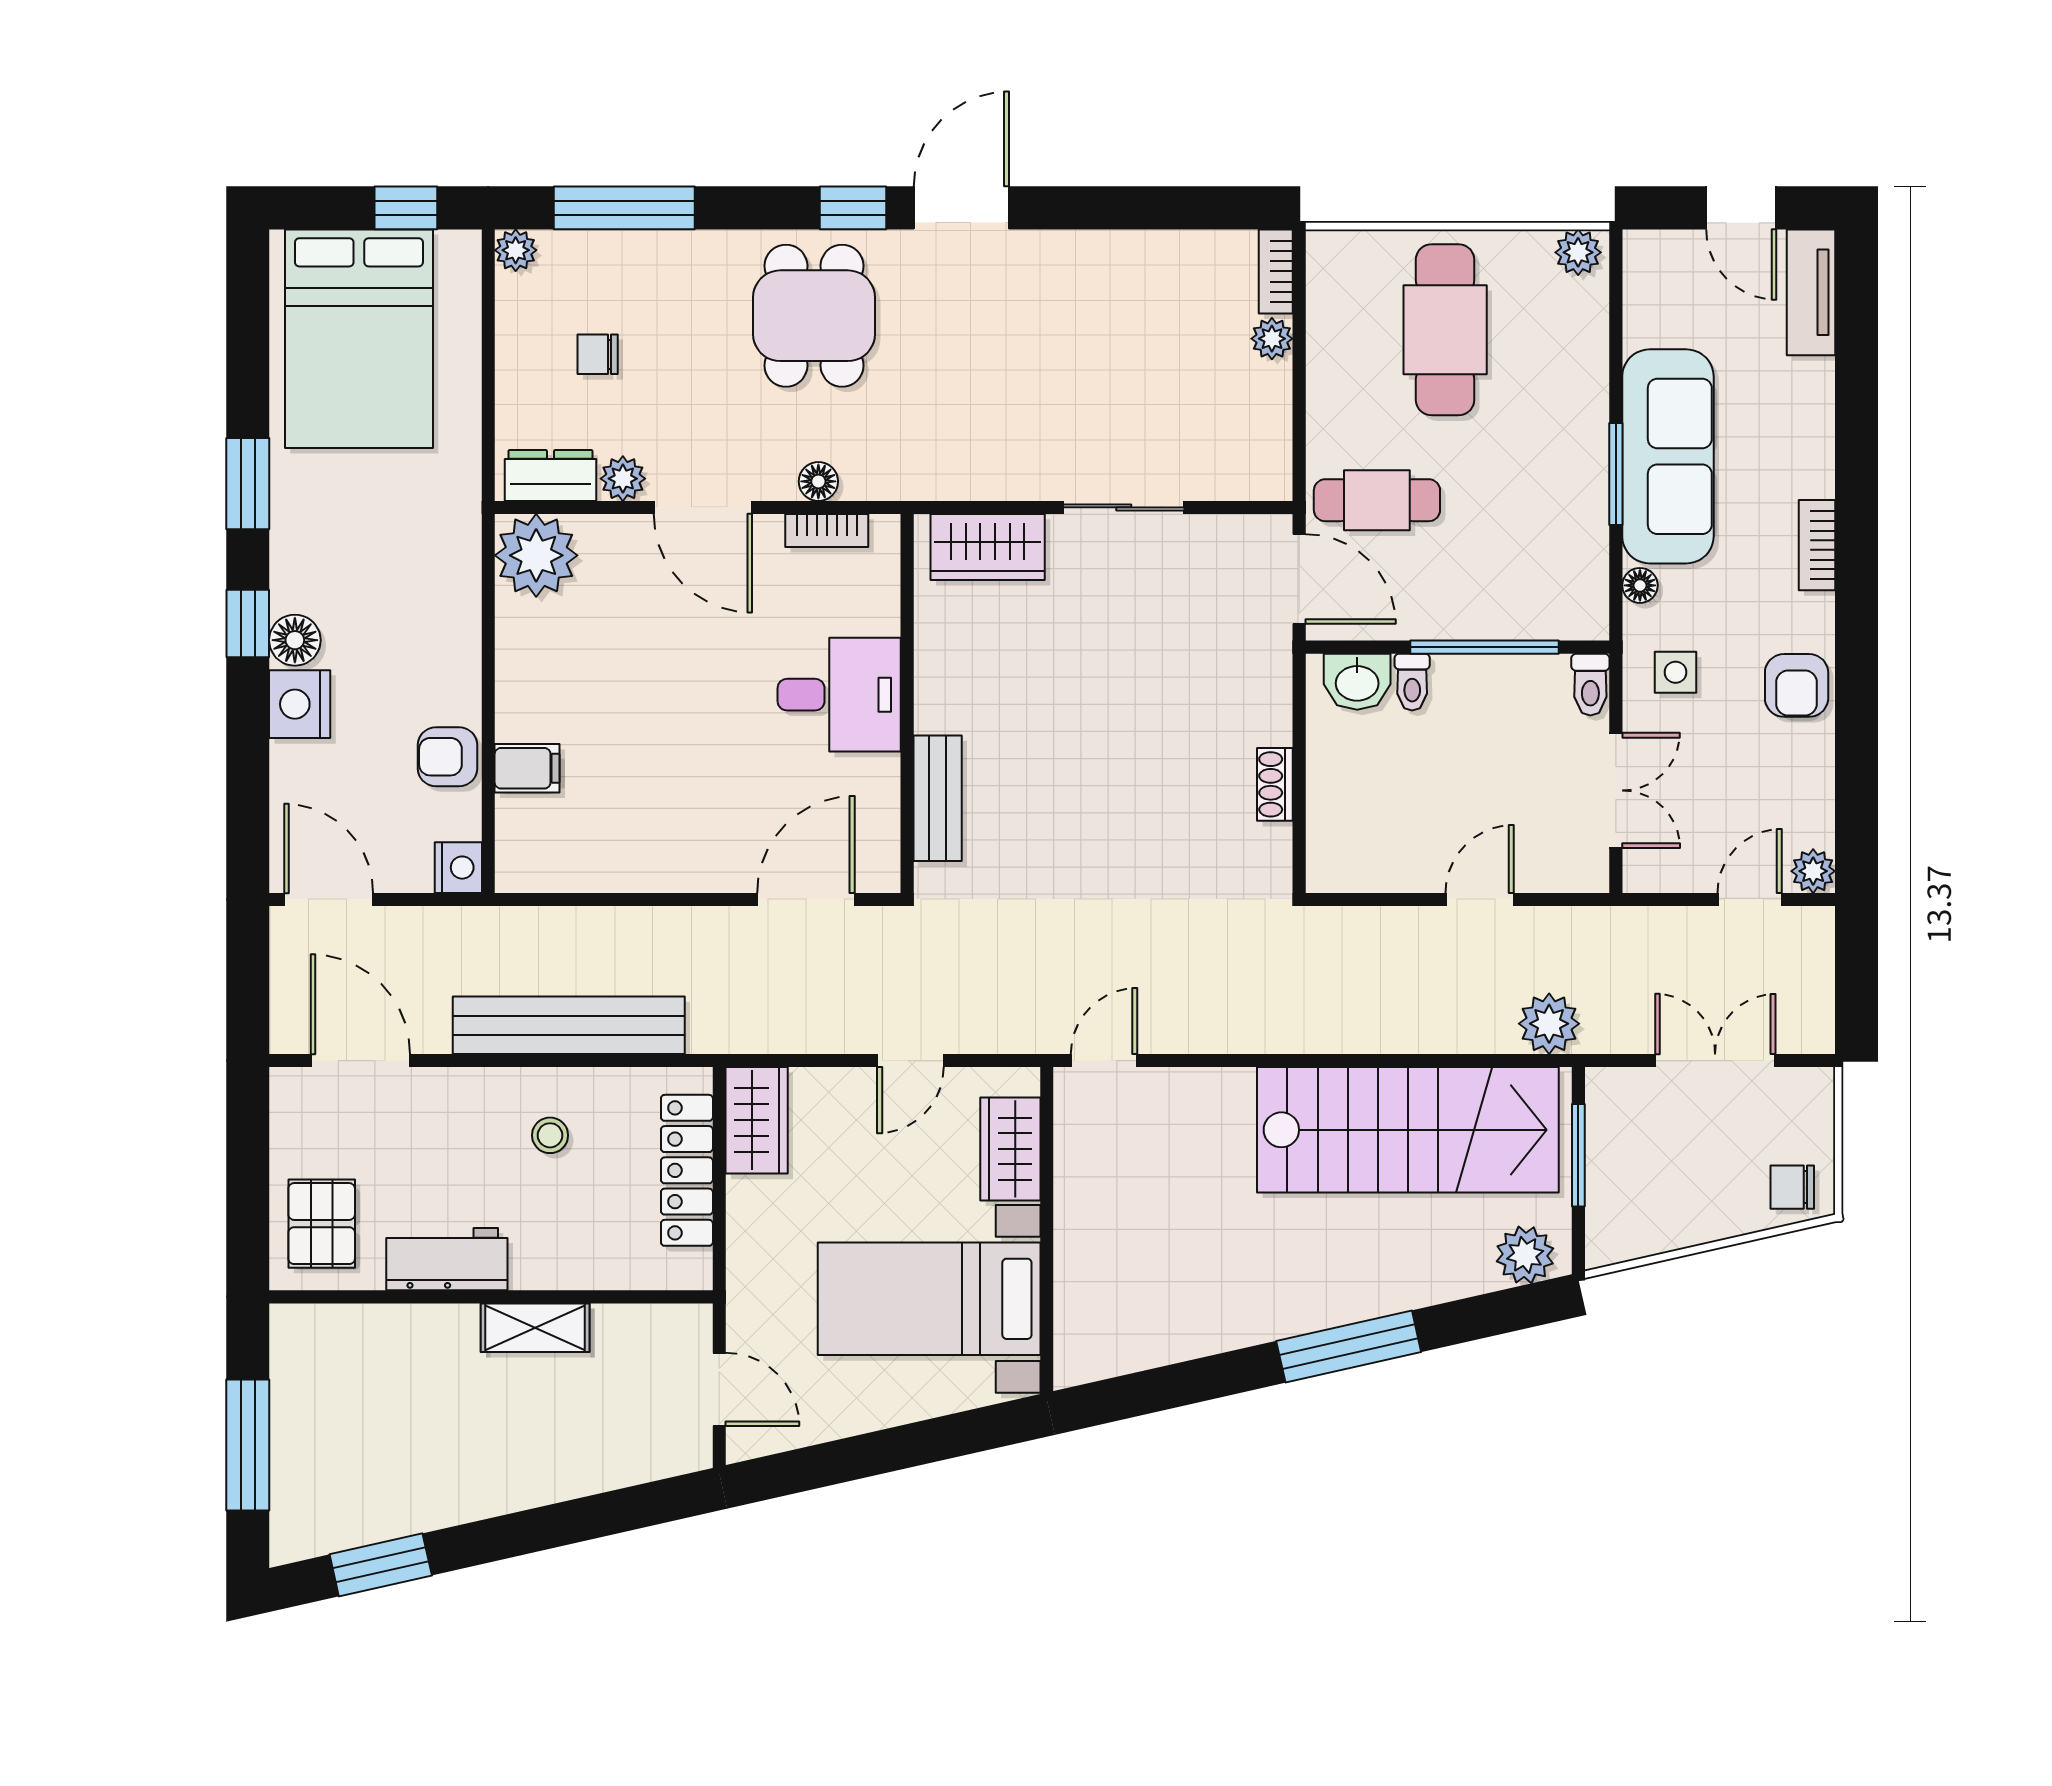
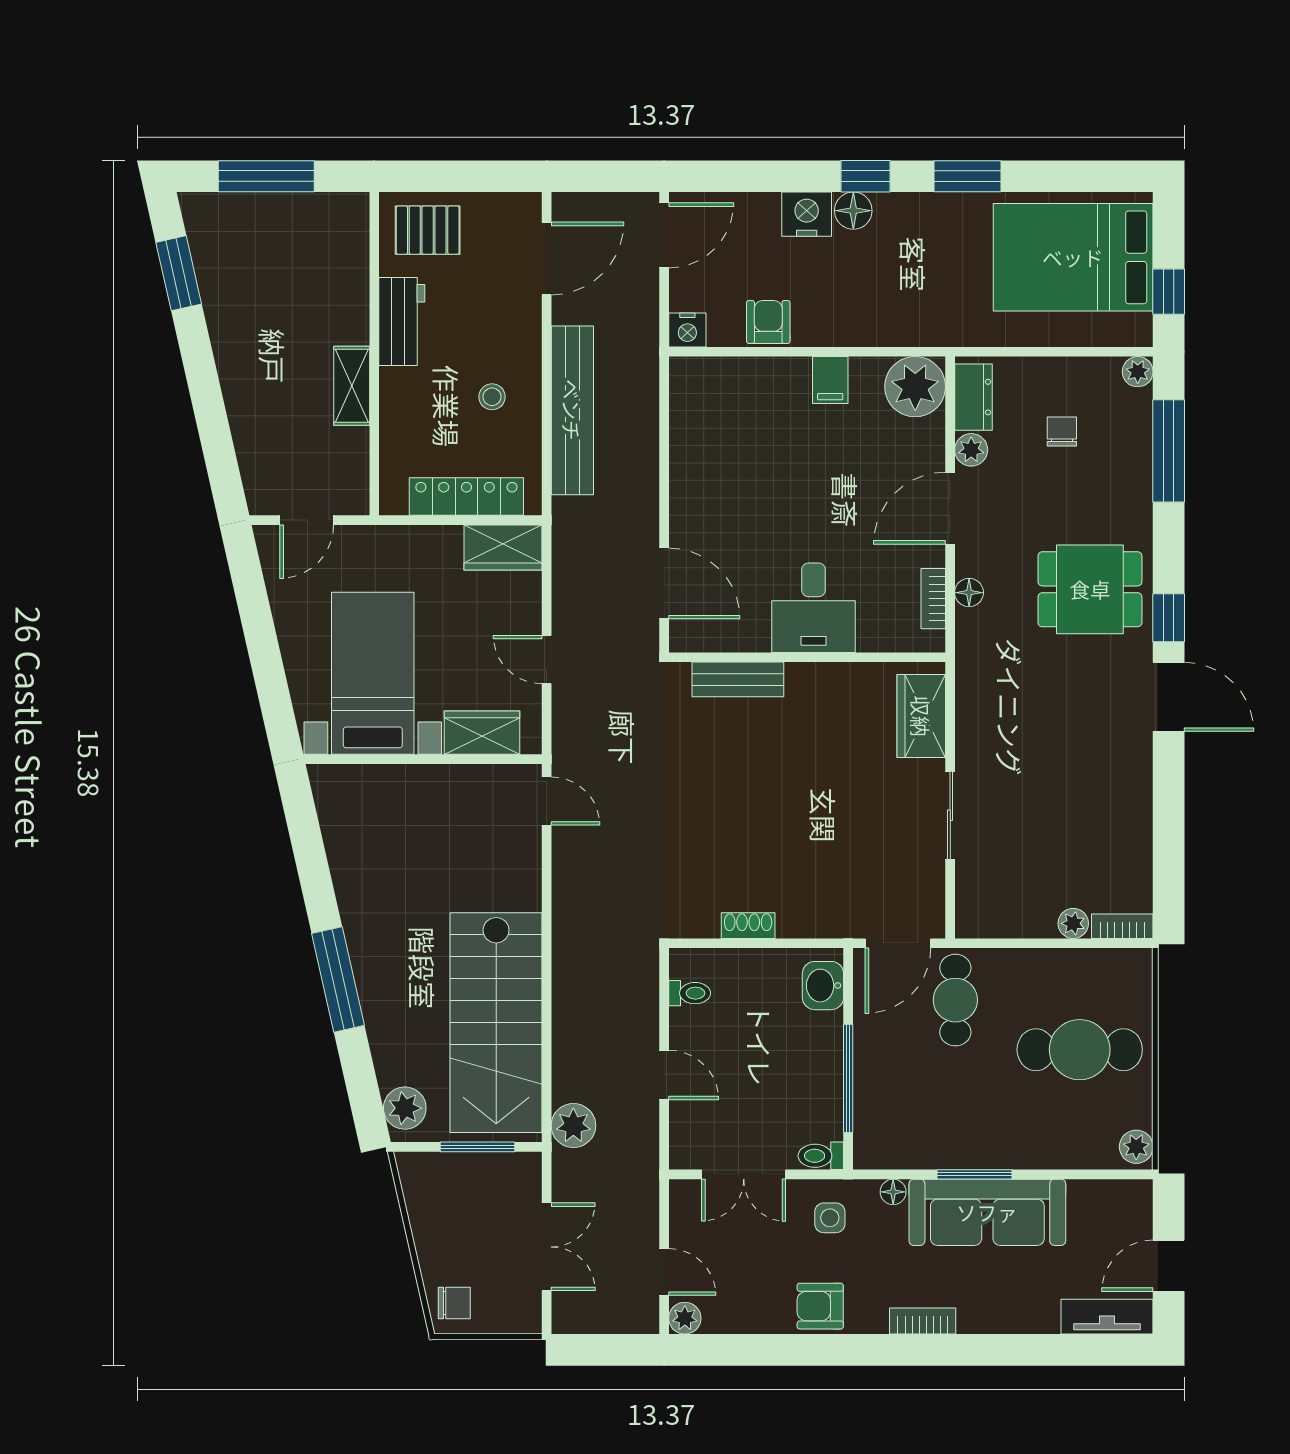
toilet: (1412, 682) -> (690, 993), moved, turned 180
filing cabinet: (527, 768) -> (830, 380), moved
chair: (1792, 1187) -> (454, 1303), turned 90

